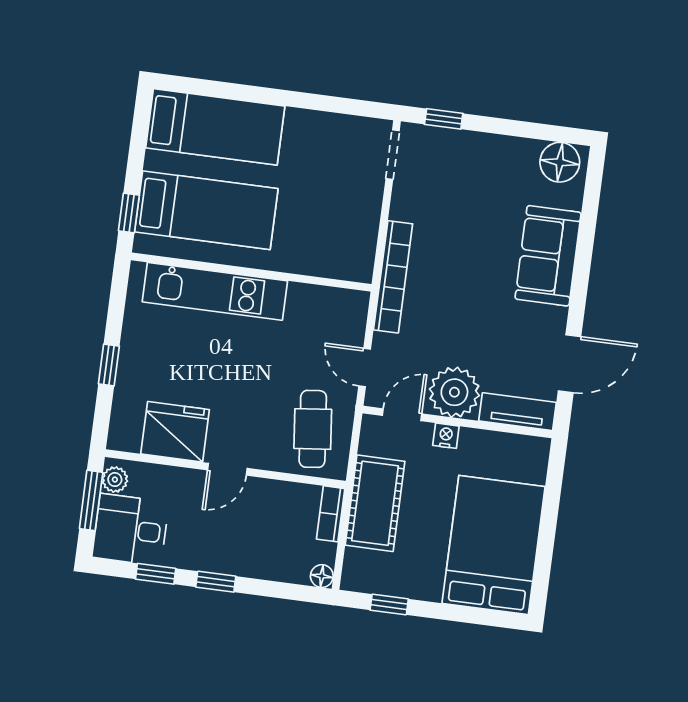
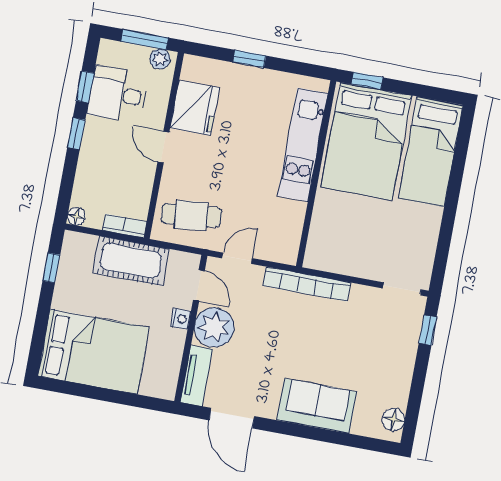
floor lamp: (560, 162) -> (393, 420), width x0.73, depth x0.73
bed: (206, 210) -> (366, 141), width x1.50
desk: (130, 530) -> (118, 94), moved, turned -90

